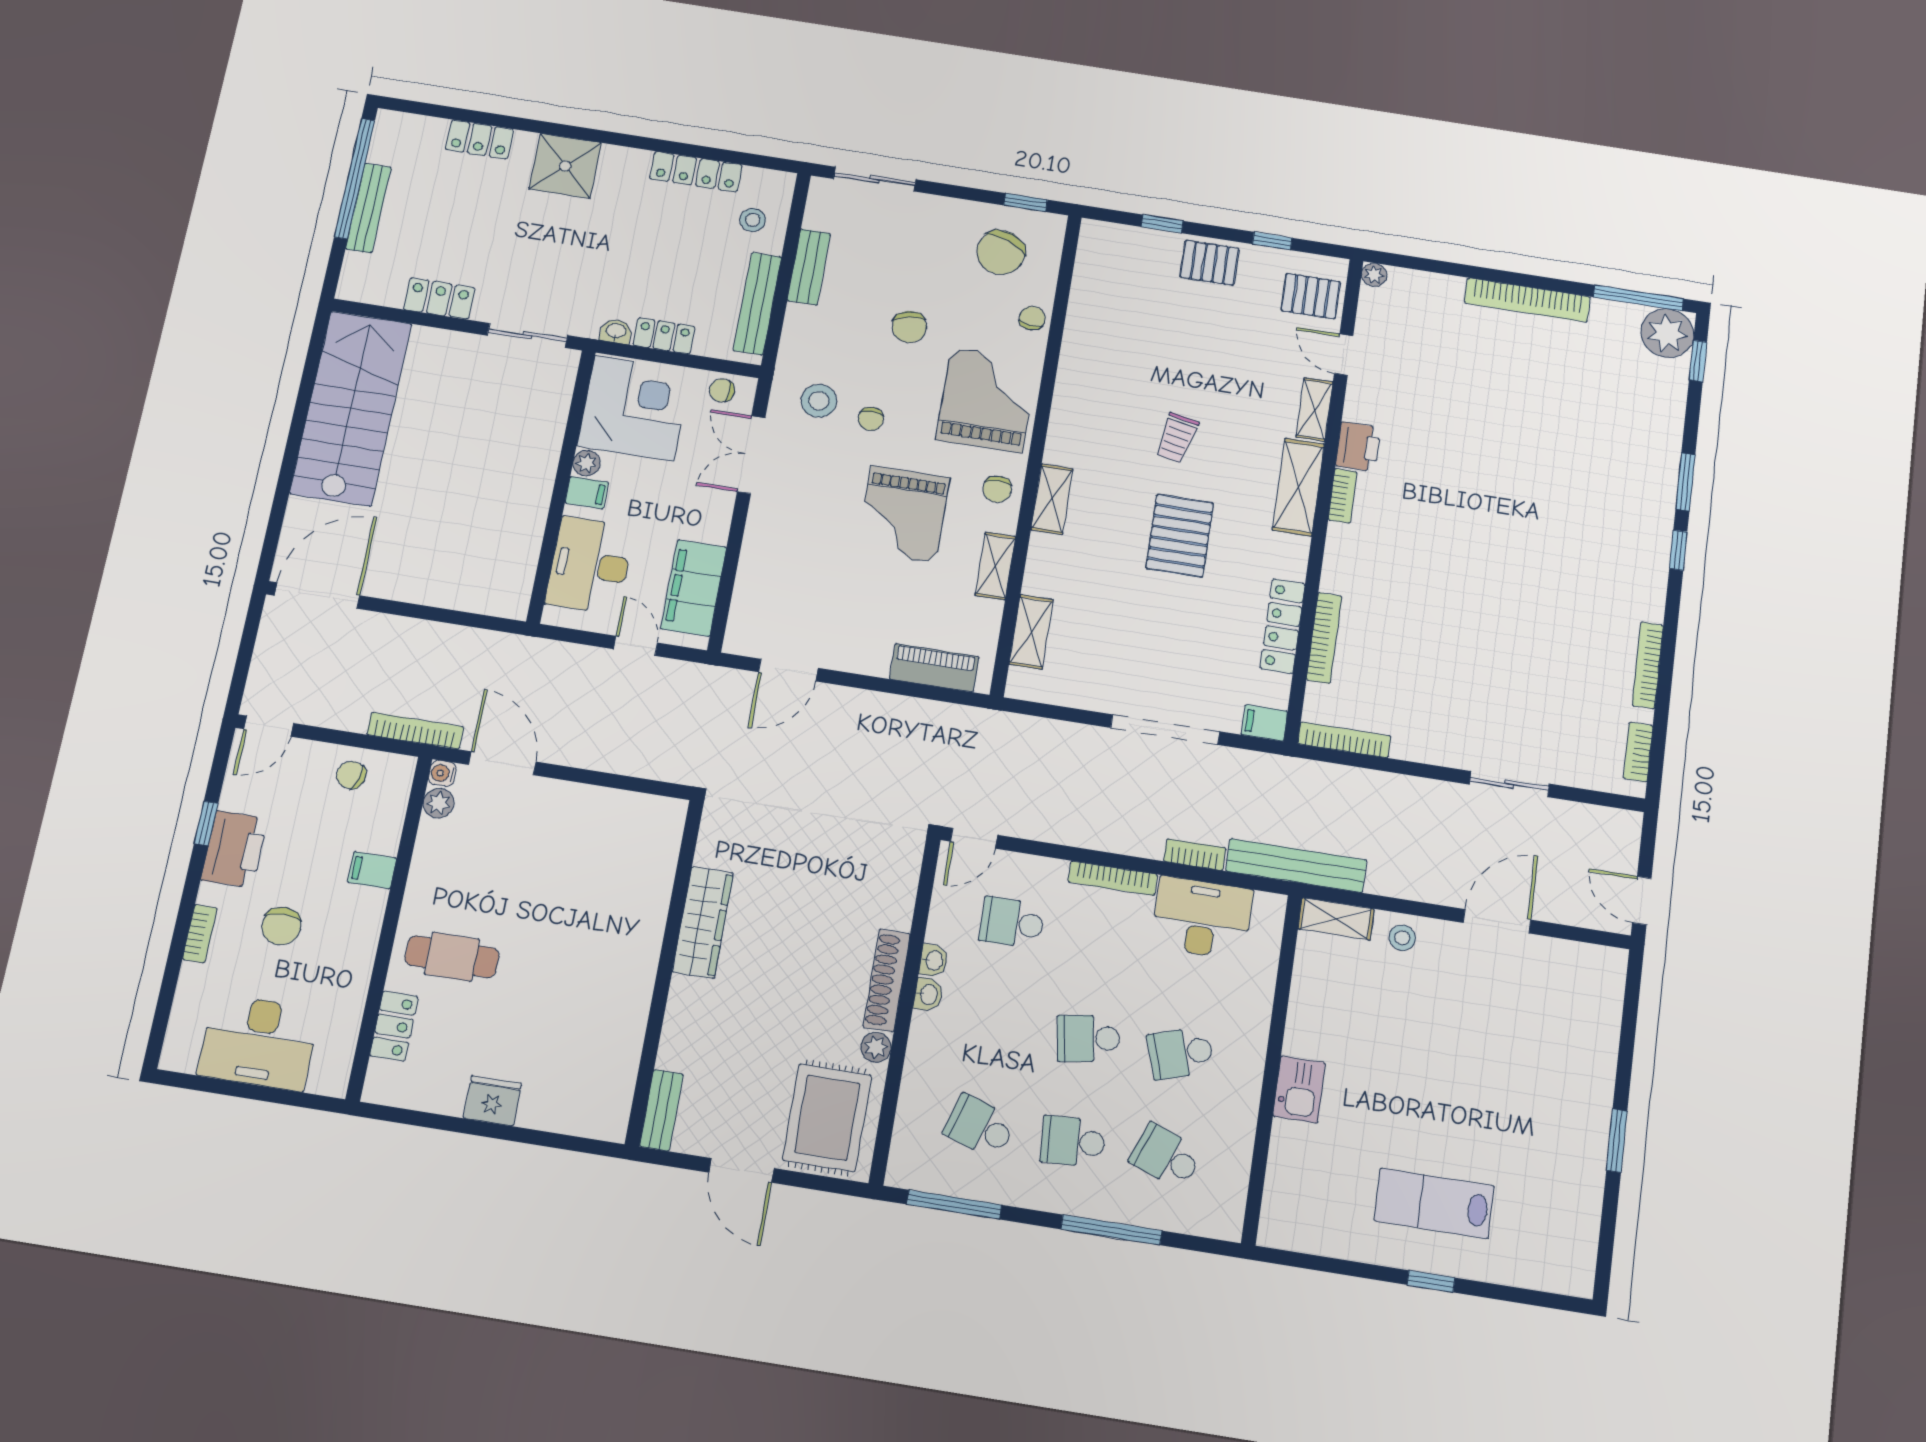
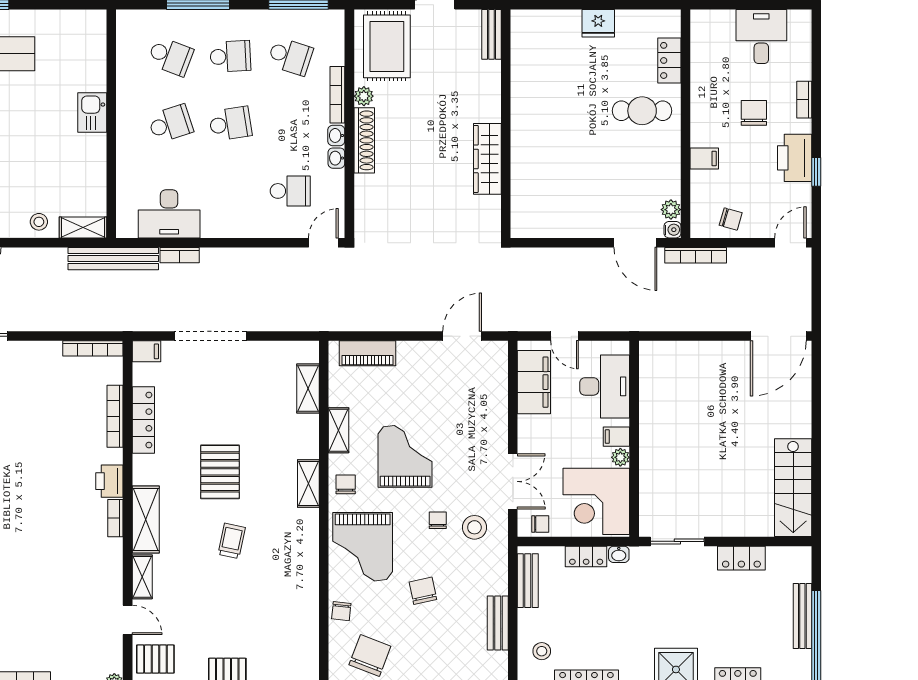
bench: (757, 304) -> (528, 581), width x0.73
stairs: (351, 408) -> (793, 488), width x0.73, depth x0.66
printer: (1358, 447) -> (109, 481), moved
bookcase: (1113, 878) -> (337, 95), moved, turned -90
desk: (259, 1042) -> (761, 36), width x0.73

